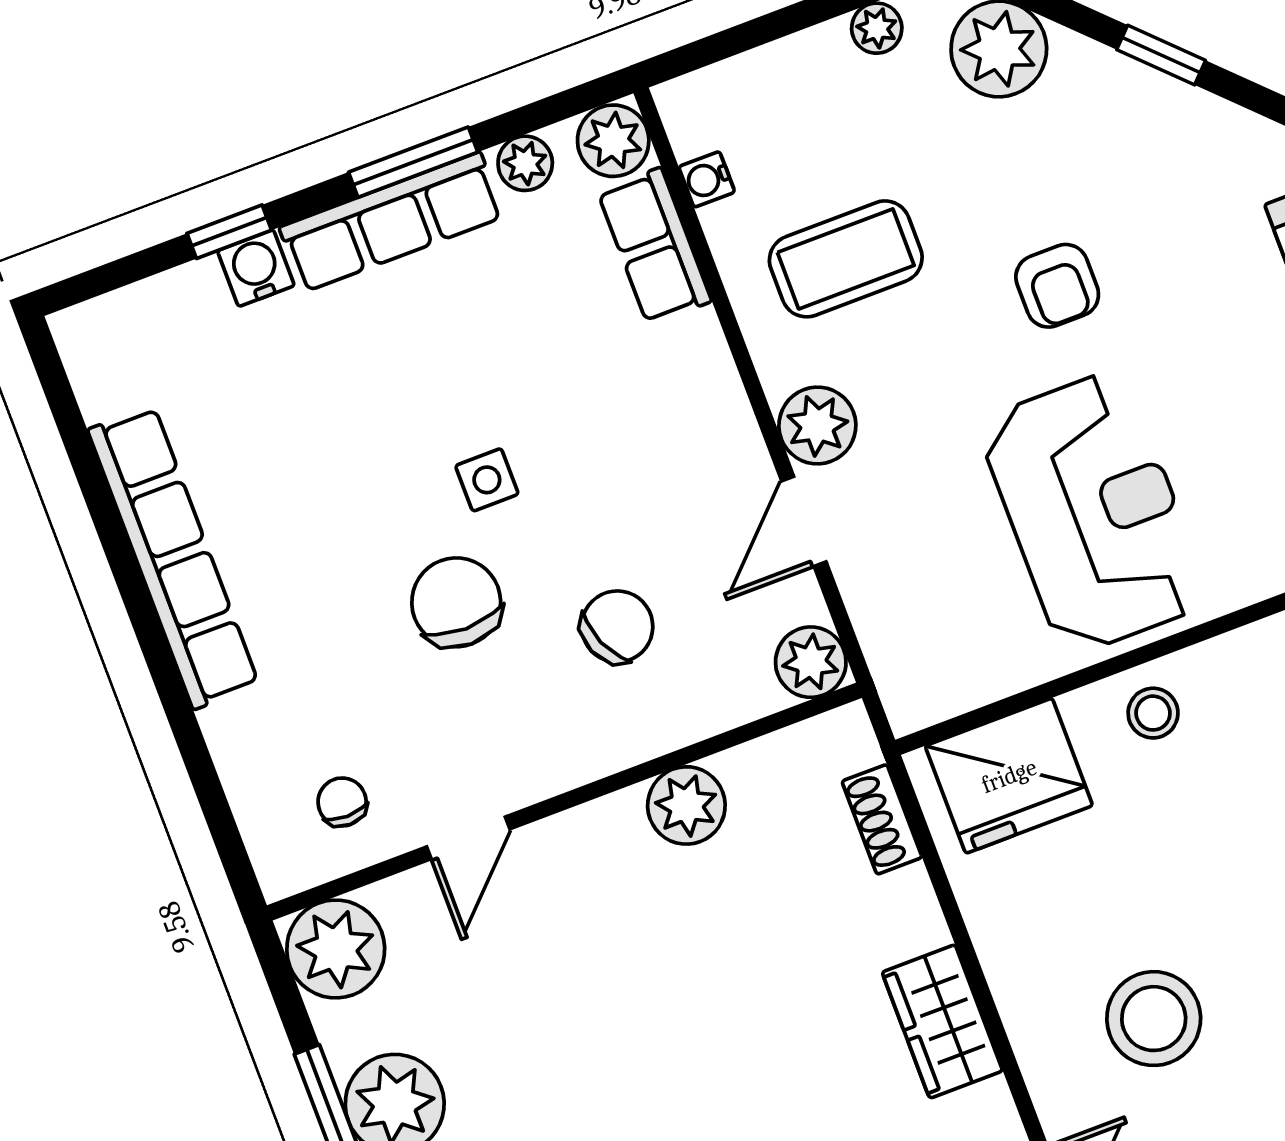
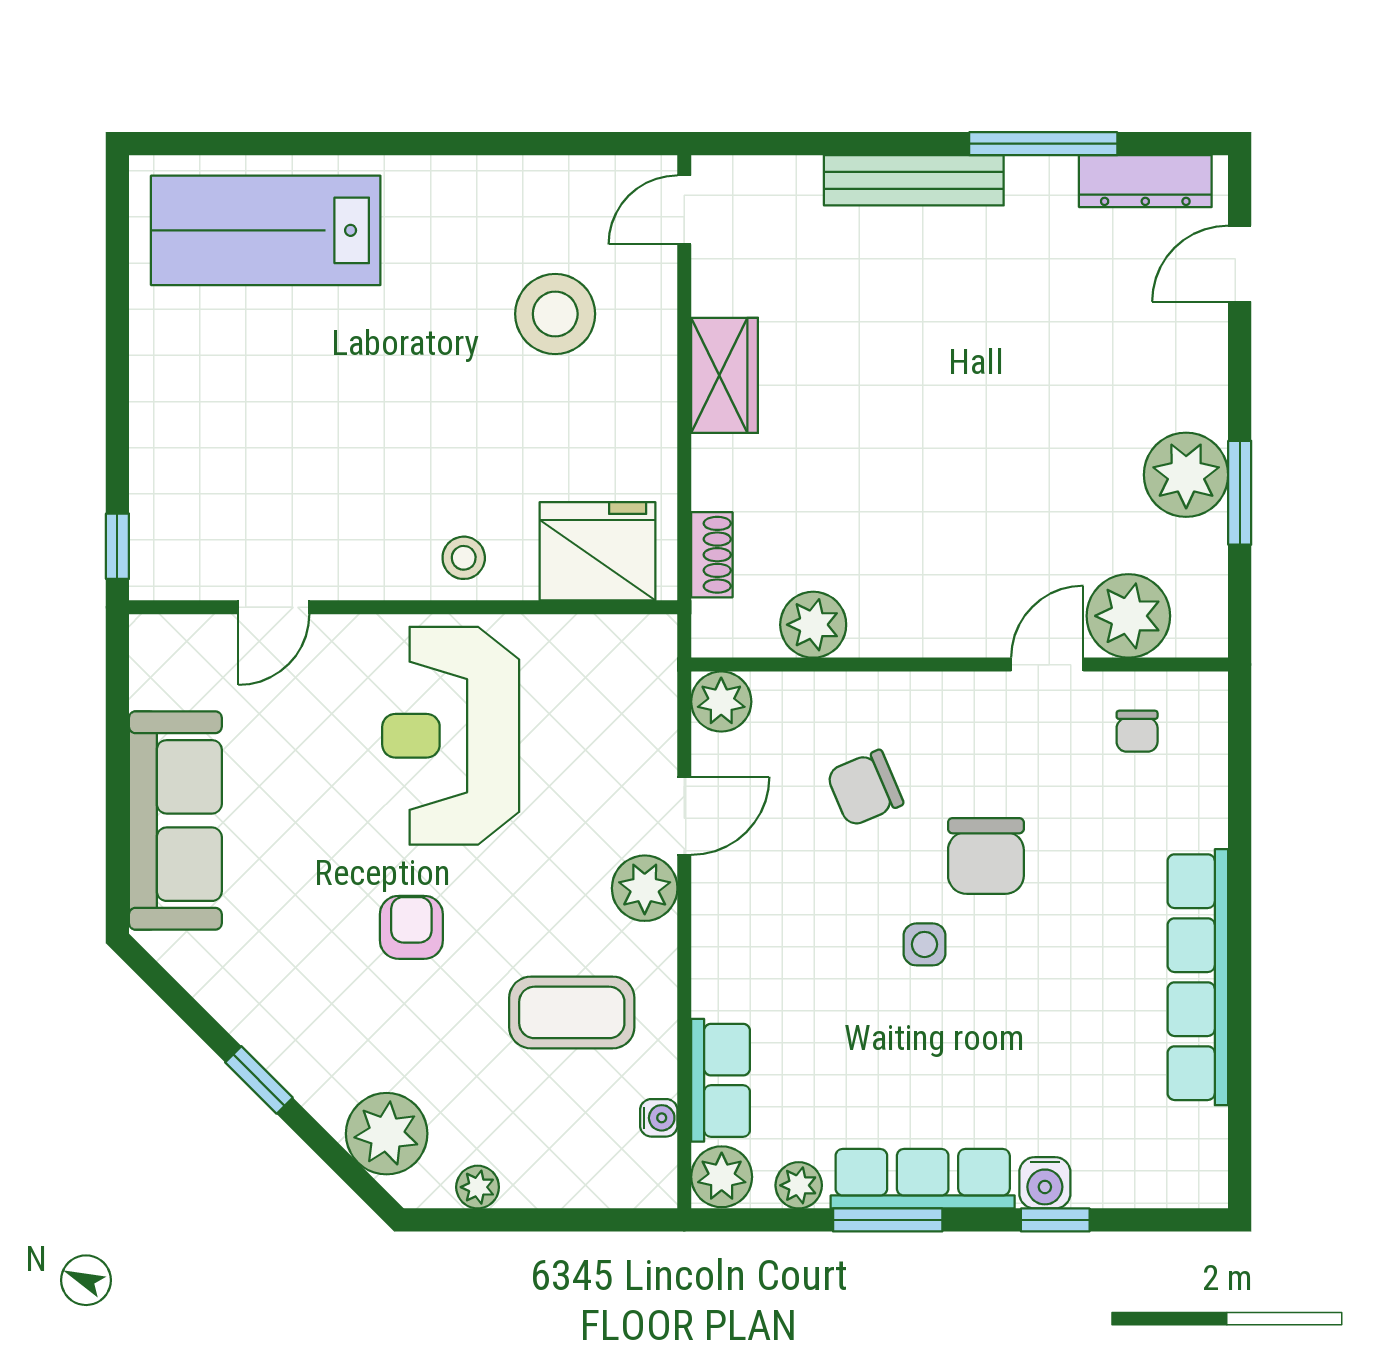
plant: (686, 805) -> (813, 625), moved
plant: (336, 949) -> (1128, 616), moved

